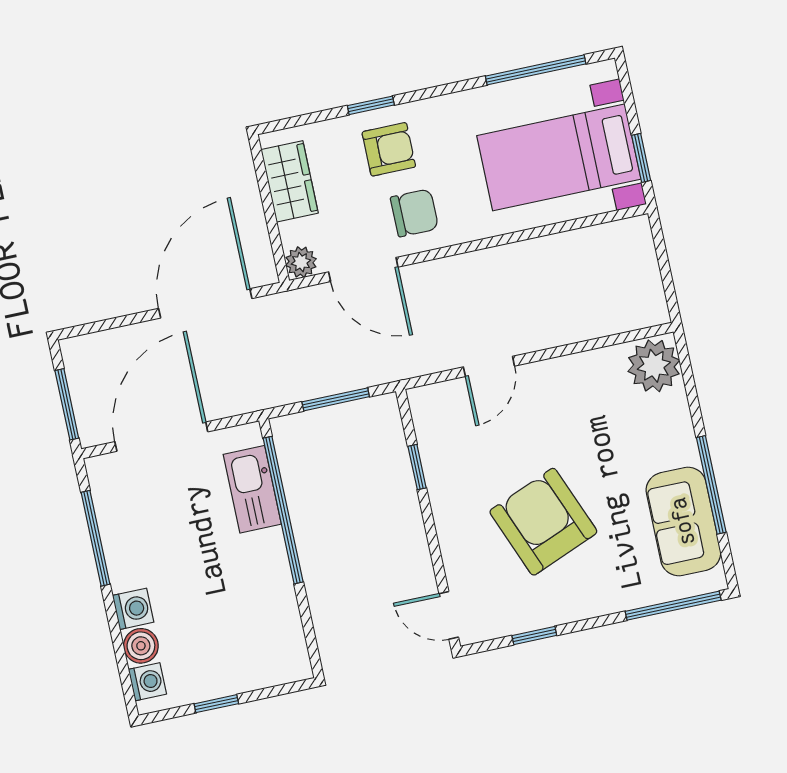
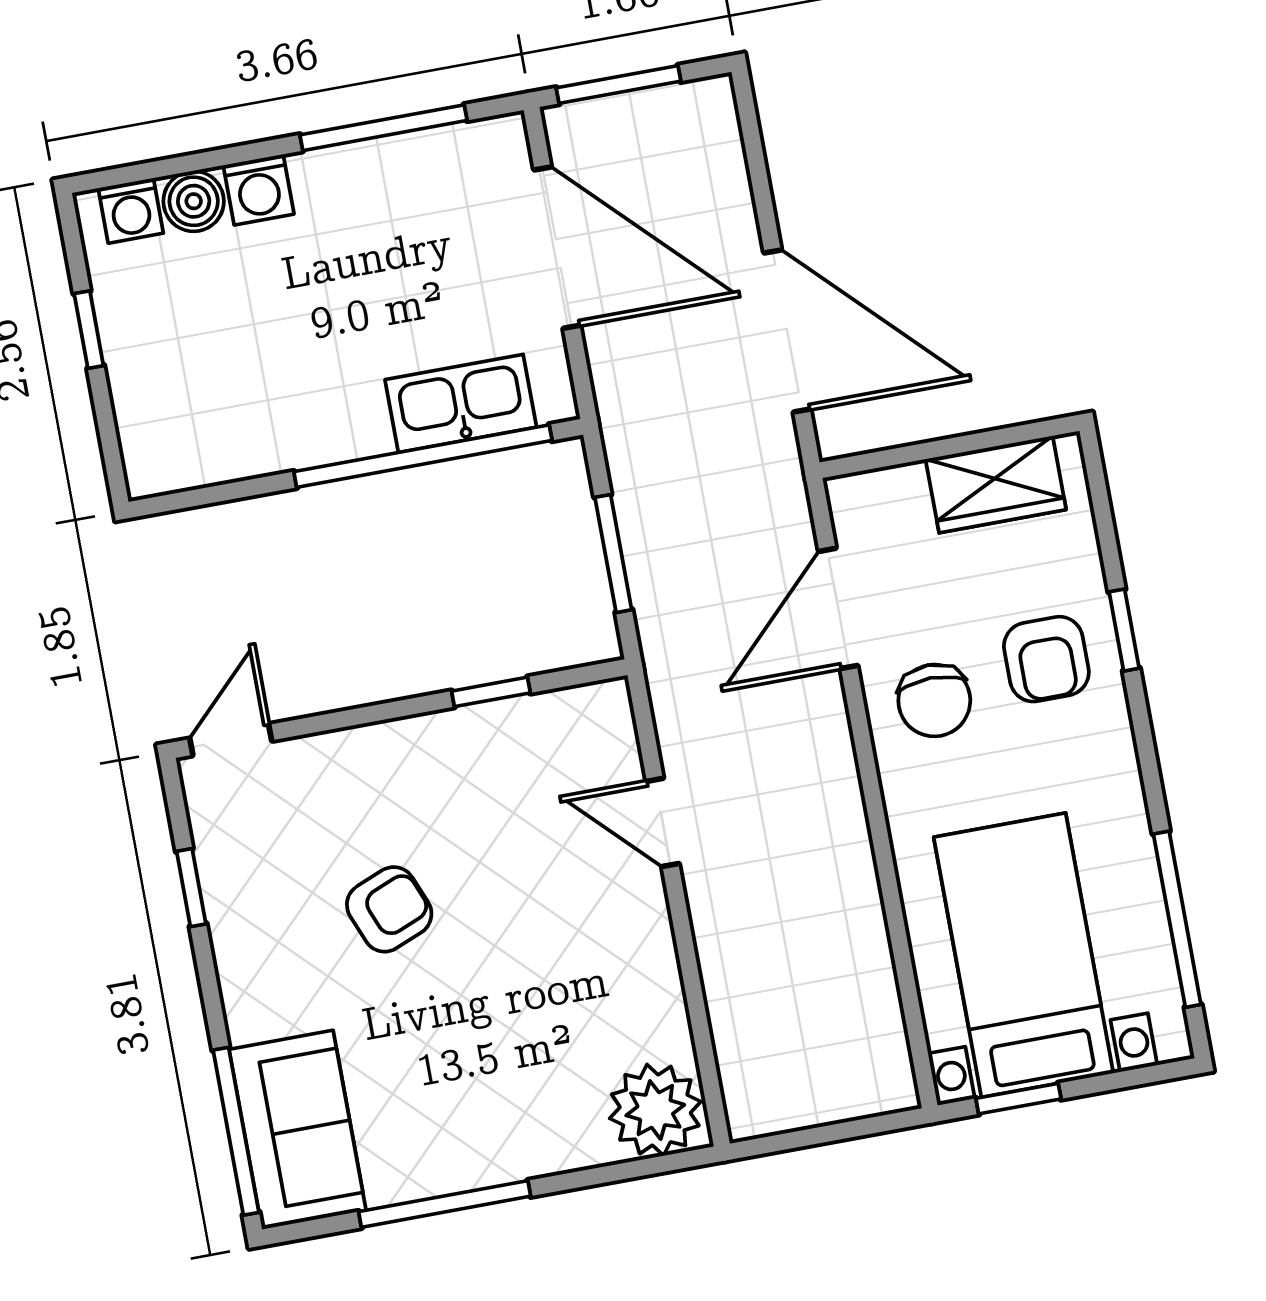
plant: (301, 262) -> (854, 500), removed
sofa: (683, 521) -> (298, 1130), moved, turned 90
armchair: (543, 522) -> (389, 909), width x0.53, depth x0.53

